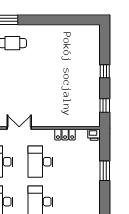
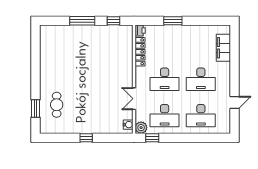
window: (105, 71) -> (82, 21), width x2.17
locker: (65, 135) -> (140, 52), width x1.53

